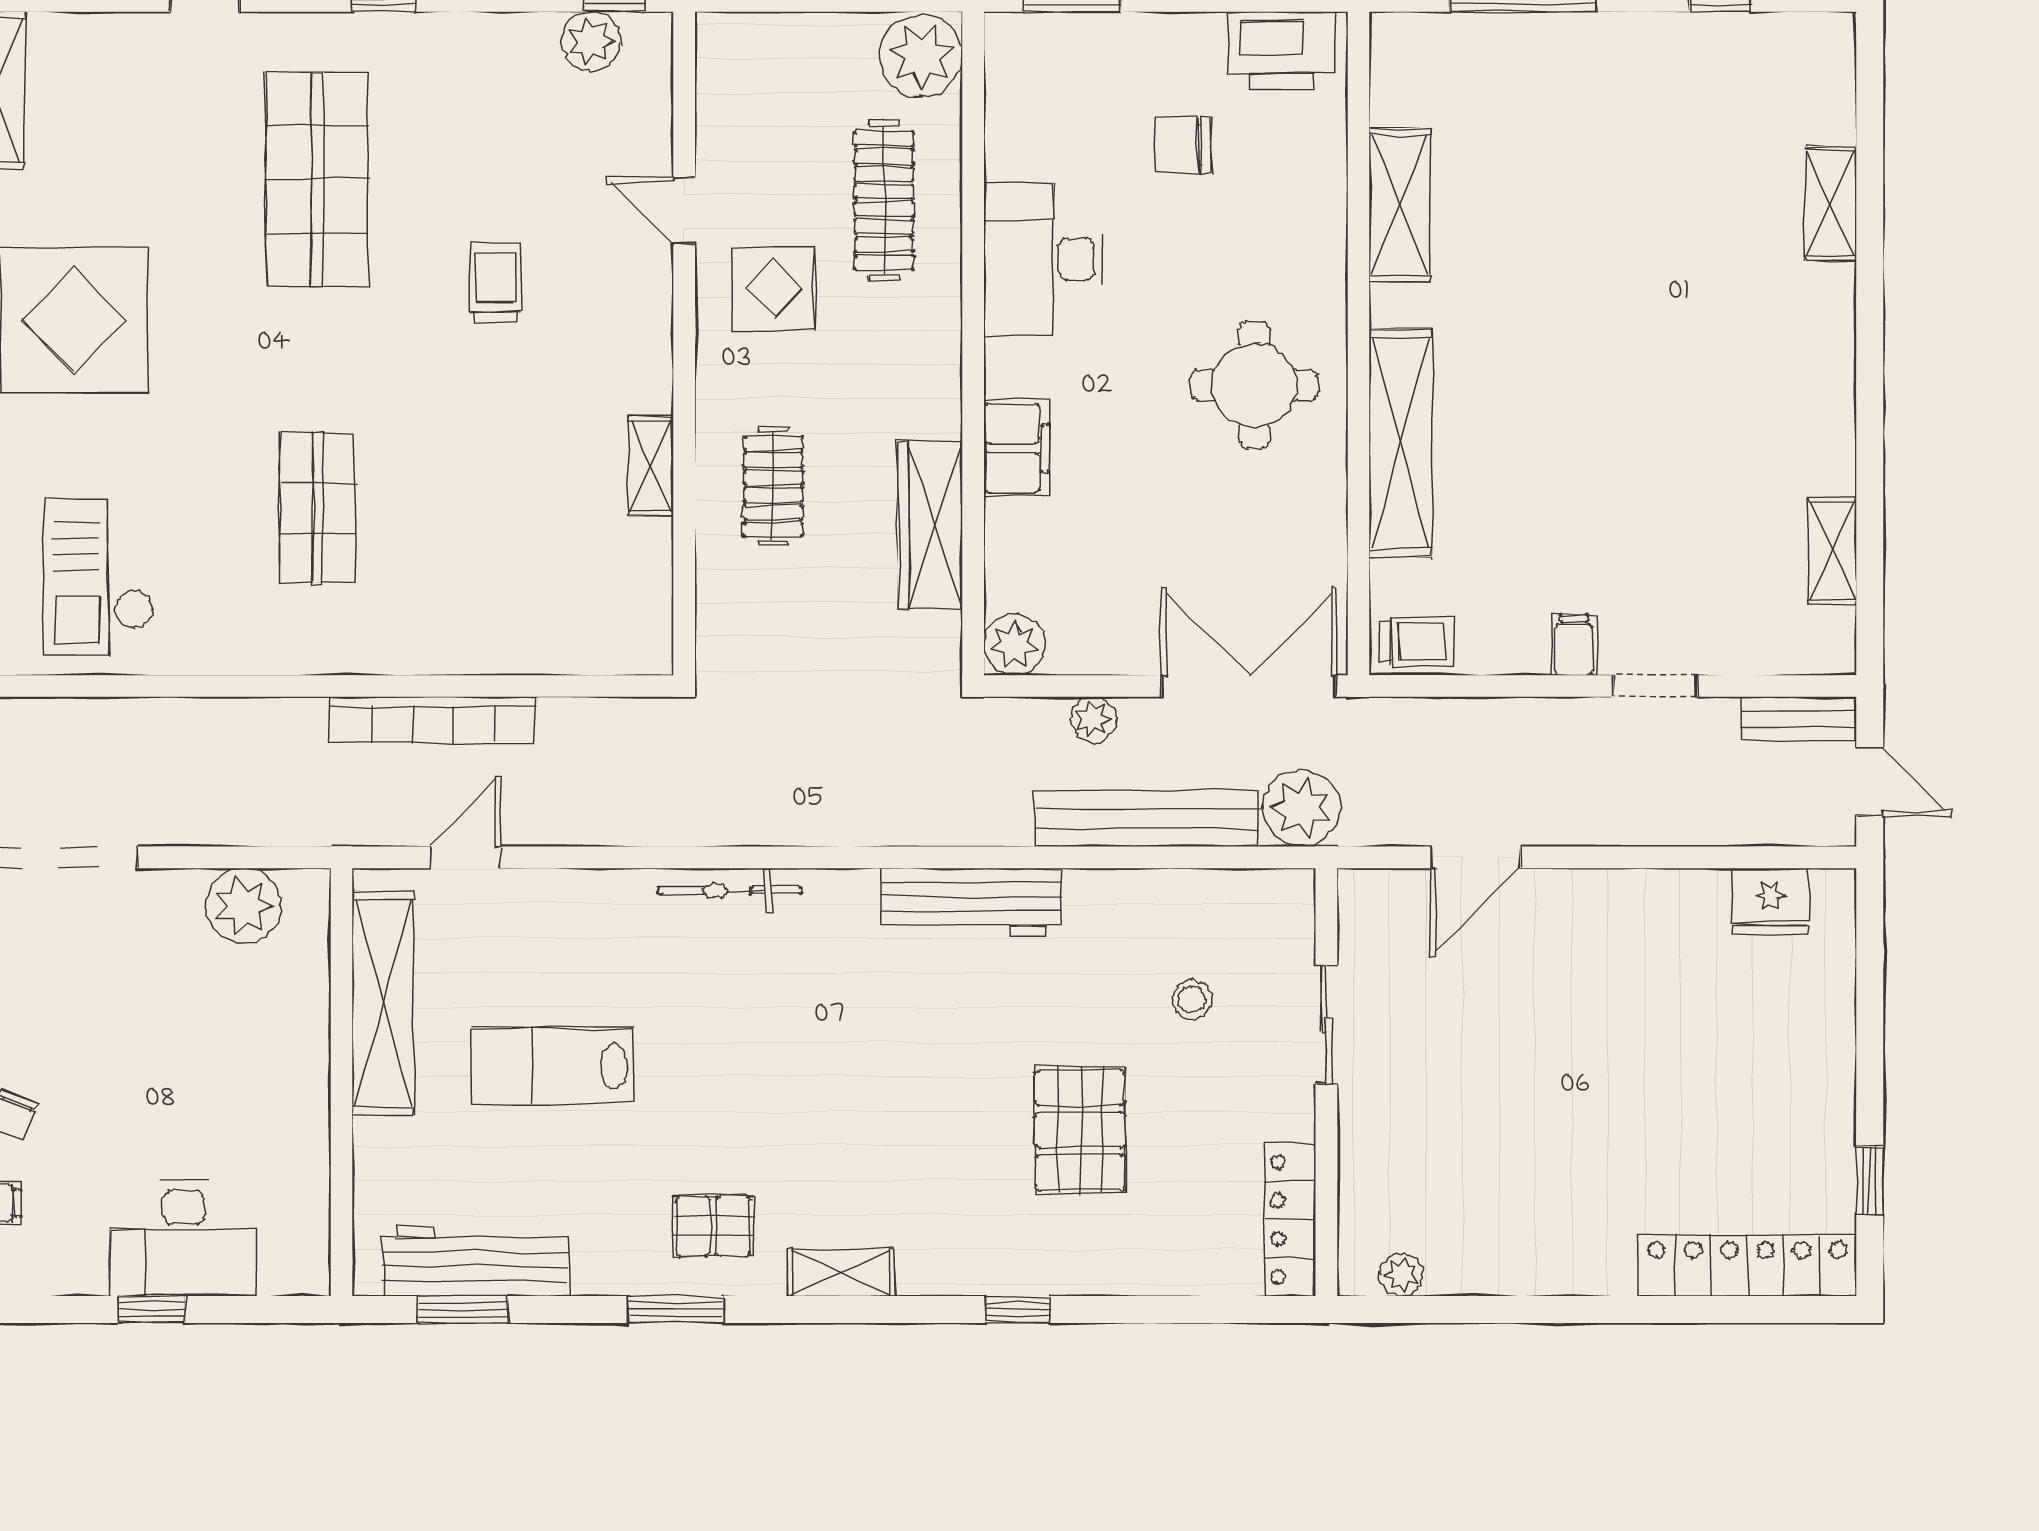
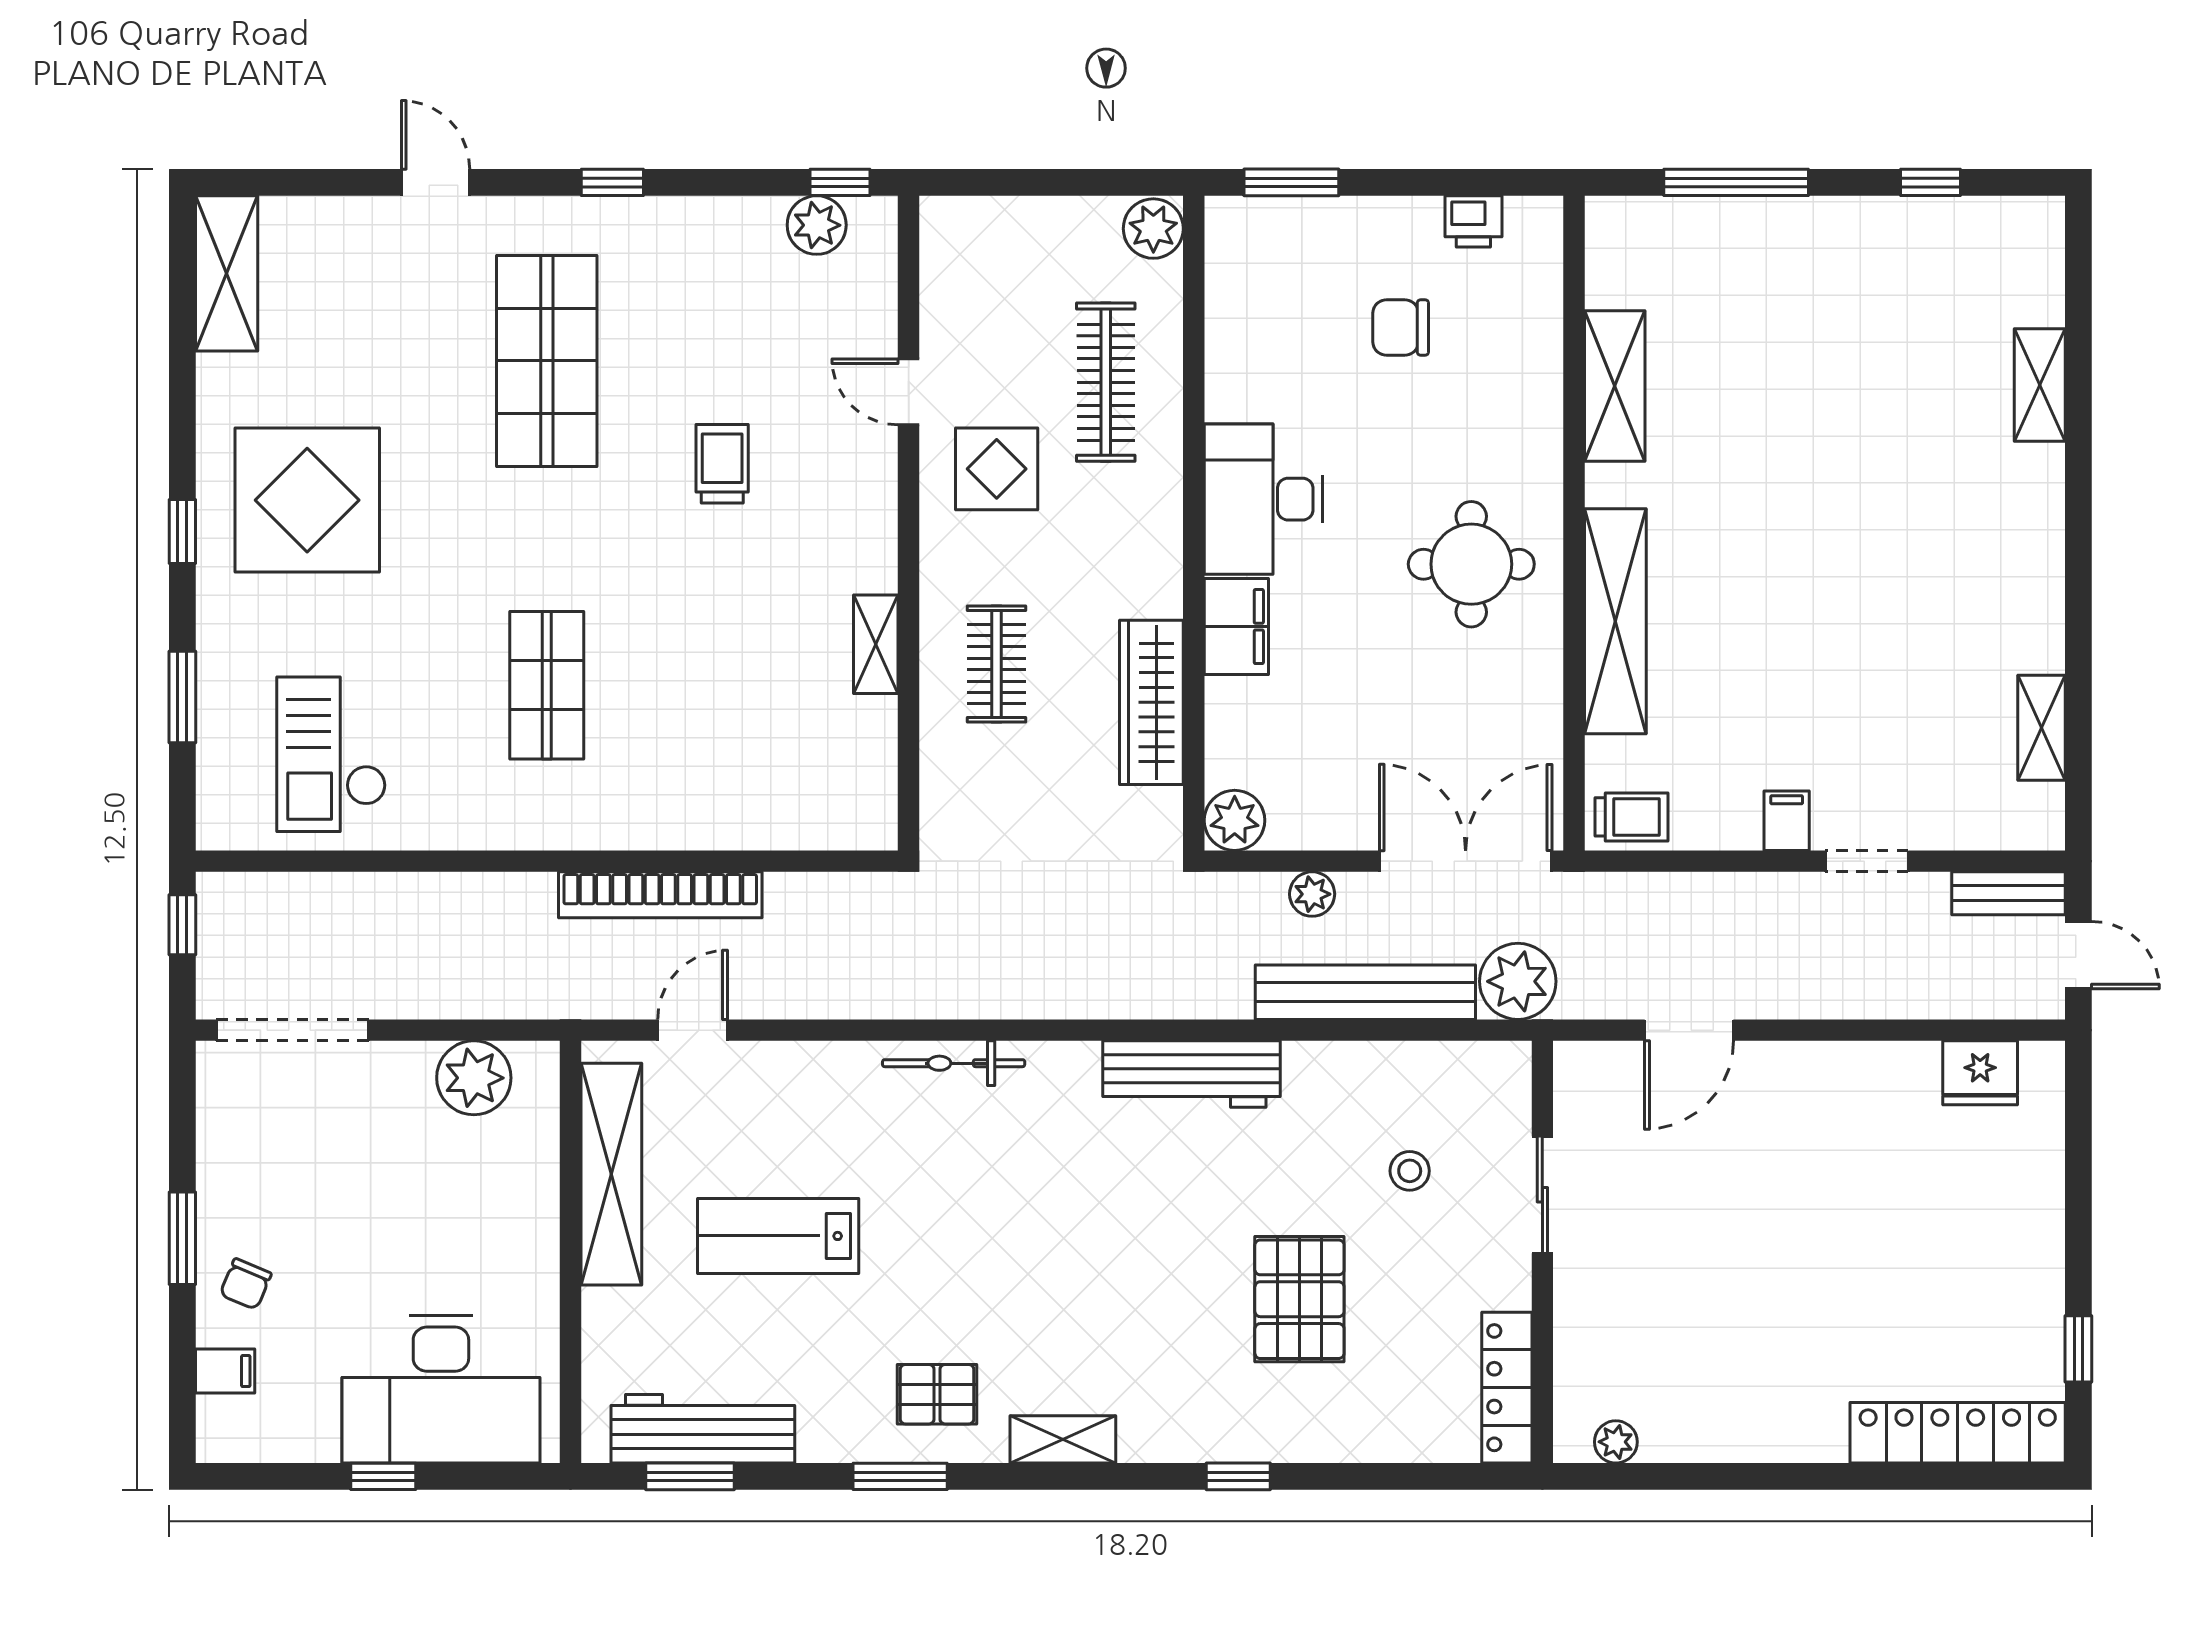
printer: (1282, 50) -> (1473, 221), width x0.53, depth x0.68
plant: (921, 56) -> (1153, 229), width x0.73, depth x0.73
desk: (1044, 259) -> (1263, 499), moved
desk: (183, 1239) -> (441, 1389), width x1.36, depth x1.30

